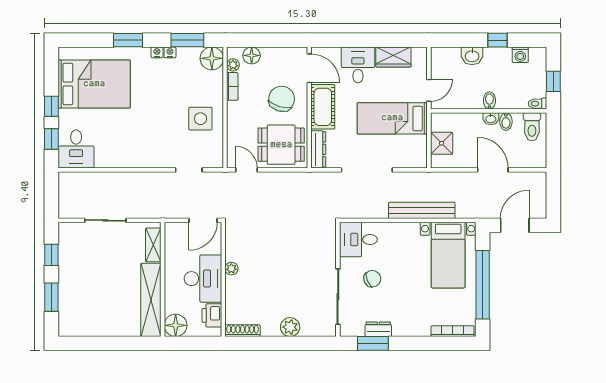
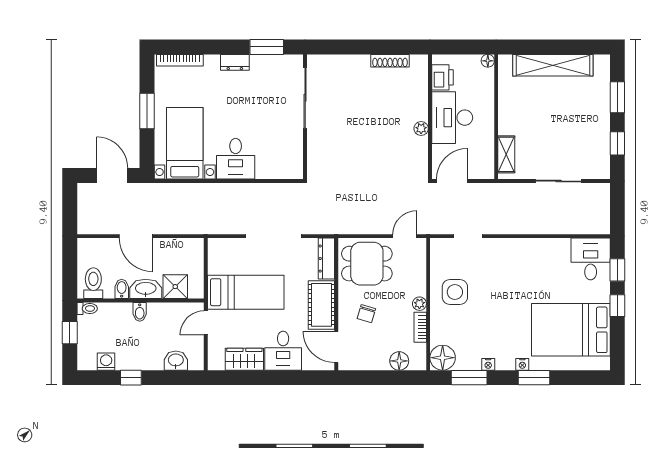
nightstand: (157, 52) -> (522, 364), moved
washbasin: (472, 56) -> (176, 361), moved
plant: (233, 65) -> (419, 304), moved
chair: (282, 99) -> (366, 314), width x0.54, depth x0.54
washbasin: (491, 119) -> (146, 289), width x1.91, depth x1.45
shower: (442, 143) -> (175, 287), moved
door: (246, 170) -> (405, 236), swing flipped
bench: (422, 210) -> (213, 192), removed
door: (515, 225) -> (112, 176), swing flipped
desk: (358, 239) -> (236, 159), moved, turned 90
chair: (372, 279) -> (267, 117), removed
window: (483, 285) -> (147, 111), width x0.47
shelving: (151, 300) -> (553, 65), moved, turned 90
floor lamp: (176, 325) -> (488, 61), width x0.53, depth x0.53
plant: (290, 327) -> (357, 65), removed
dresser: (378, 329) -> (235, 62), moved
shoe rack: (242, 331) -> (390, 61), moved

